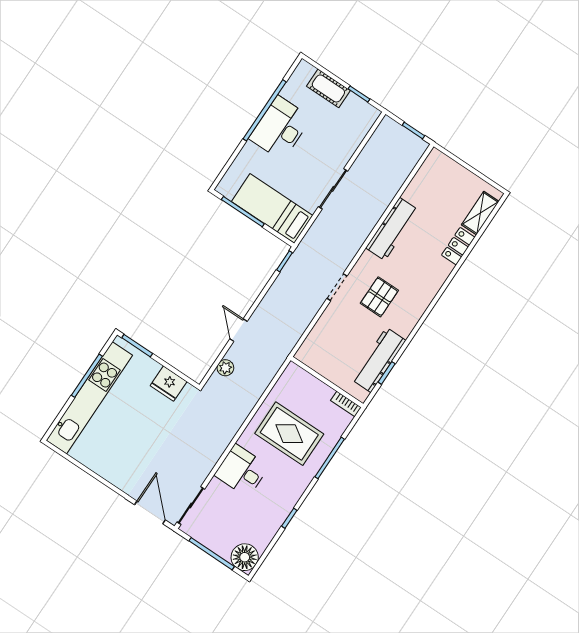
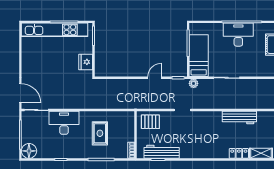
workbench: (392, 229) -> (239, 118), moved
pallet: (379, 297) -> (150, 122), moved
door: (238, 330) -> (155, 78), moved
plant: (225, 368) -> (194, 83), moved
rug: (289, 434) -> (100, 133), width x0.73, depth x0.70
desk: (242, 471) -> (64, 123), width x1.37
door: (150, 512) -> (20, 93), hinge flipped

